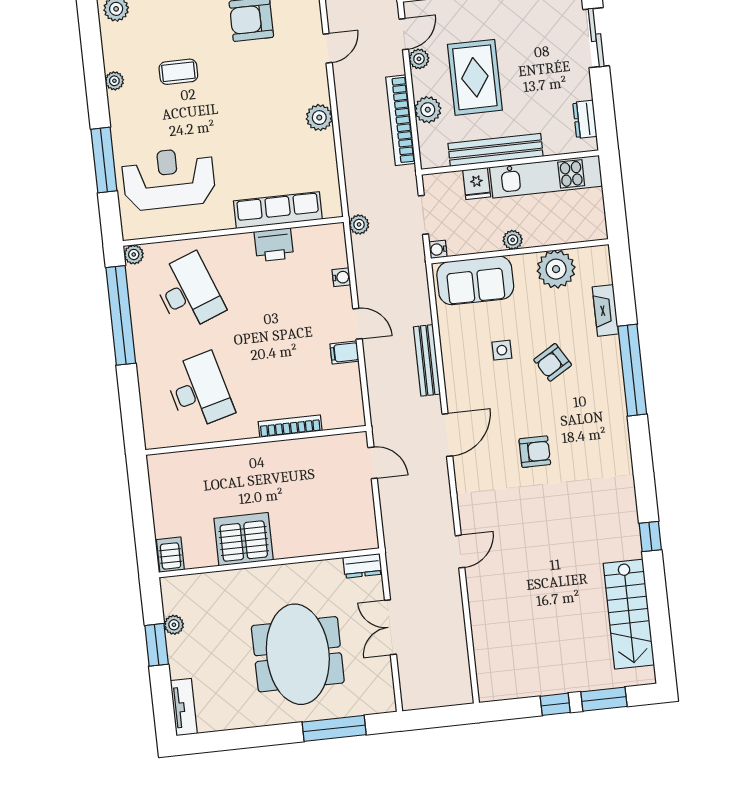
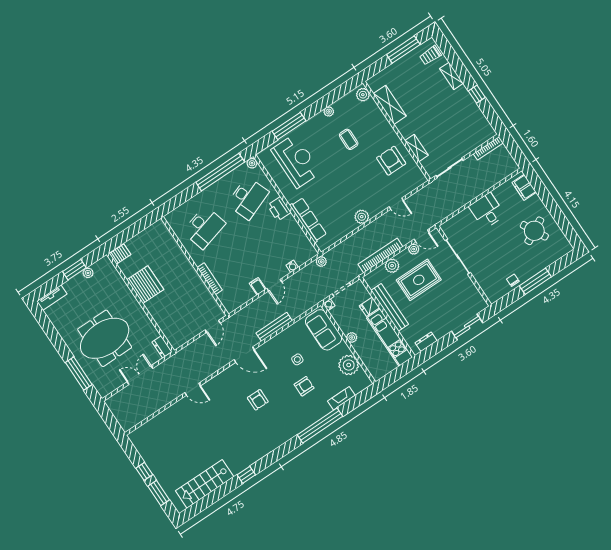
printer: (274, 245) -> (279, 209), moved
armchair: (553, 362) -> (304, 386), turned 121

